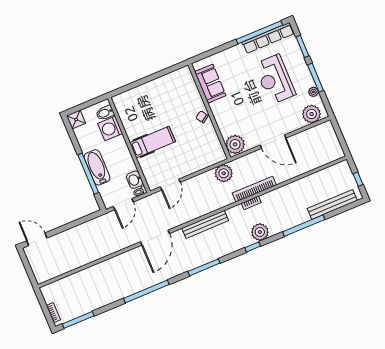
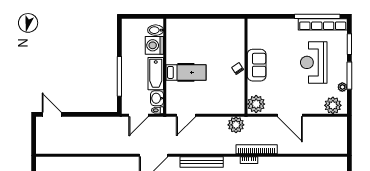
sofa: (210, 84) -> (257, 65), moved
shower: (76, 120) -> (128, 25), removed
bathtub: (97, 167) -> (156, 74), moved, turned 180

